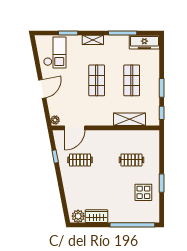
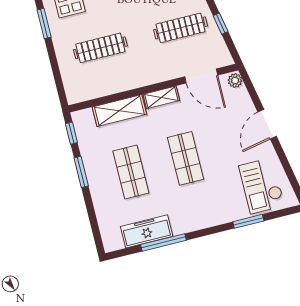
shelving: (93, 40) -> (161, 97), moved
freezer: (144, 42) -> (147, 231), moved
door: (75, 128) -> (201, 76), swing flipped
clothes rail: (80, 160) -> (181, 28), width x1.36
clothes rail: (131, 160) -> (100, 48), width x1.36

